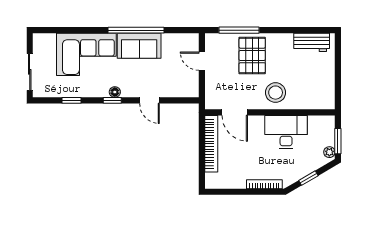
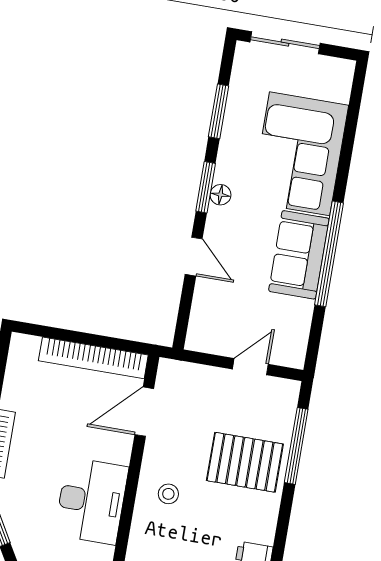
stool: (276, 93) -> (168, 494), width x0.53, depth x0.53
window: (72, 100) -> (219, 111), width x1.50
window: (112, 100) -> (206, 187), width x1.50
door: (149, 100) -> (194, 257), swing flipped

